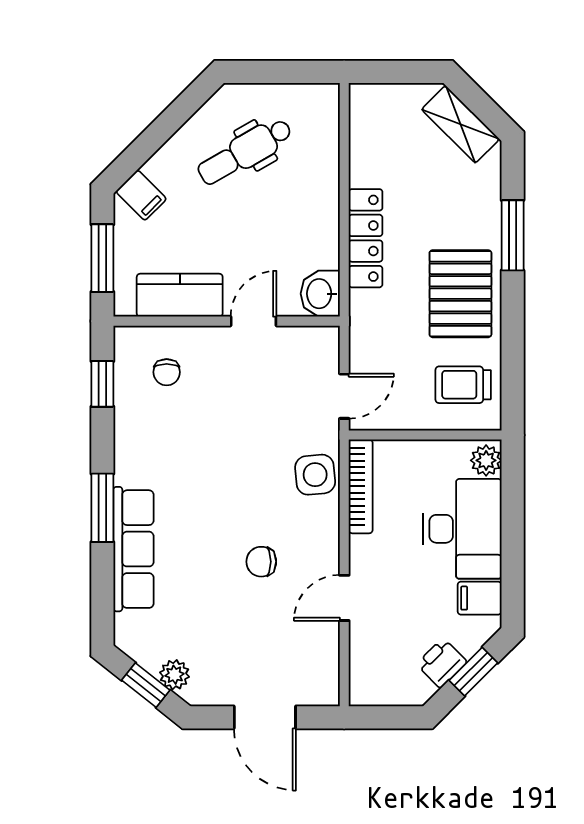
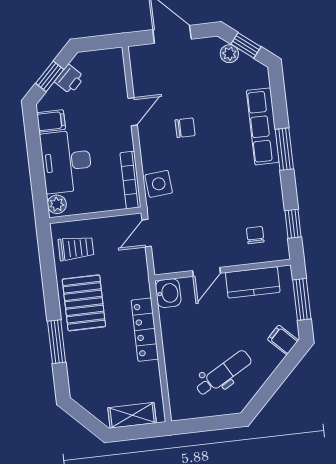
shelving: (461, 124) -> (132, 415), moved, turned -45

